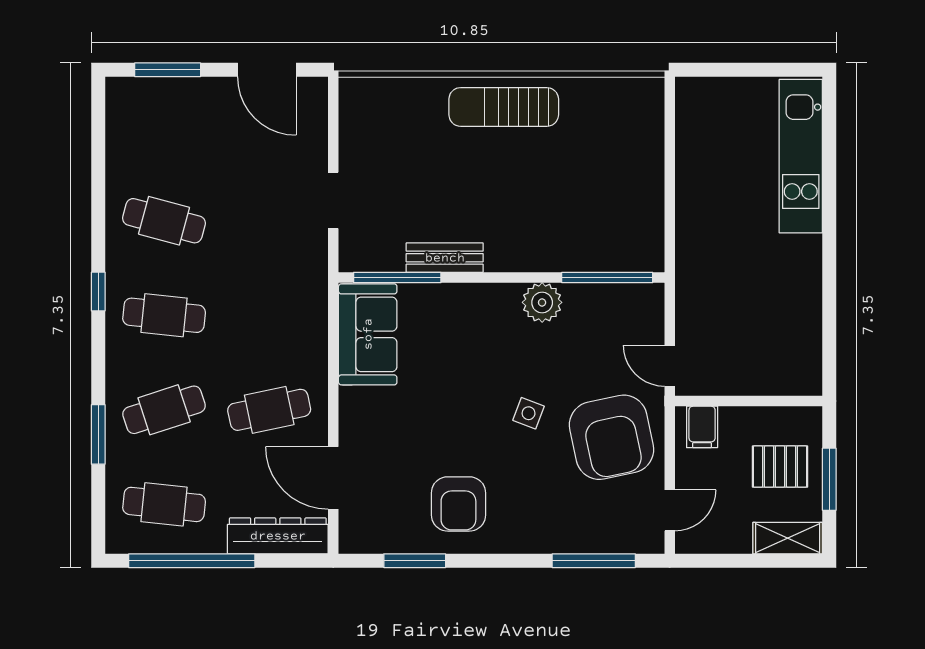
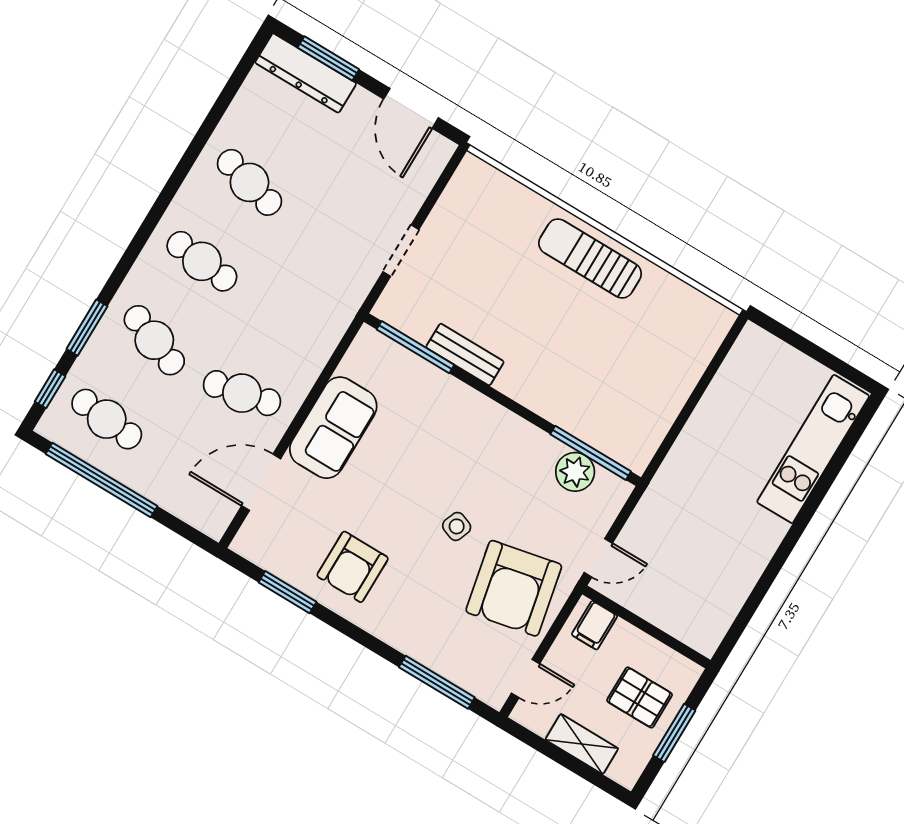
window: (98, 292) -> (50, 389), moved
plant: (542, 302) -> (575, 472), moved
sofa: (368, 334) -> (333, 428), moved
door: (670, 366) -> (598, 558), swing flipped
cafe table: (164, 410) -> (154, 340), turned 39
door: (333, 478) -> (261, 482), hinge flipped
dresser: (278, 536) -> (306, 73), moved, turned 180
shelving: (788, 538) -> (582, 744), moved

